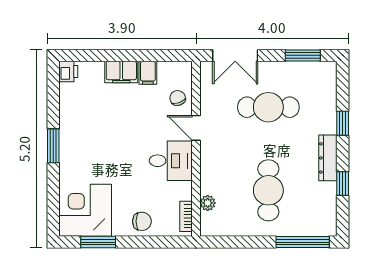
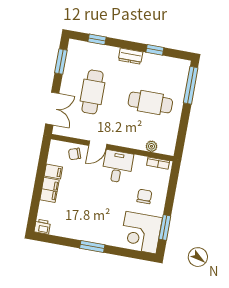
window: (343, 123) -> (97, 39), moved
dresser: (328, 158) -> (130, 56), width x0.70
chair: (142, 221) -> (144, 196), moved

